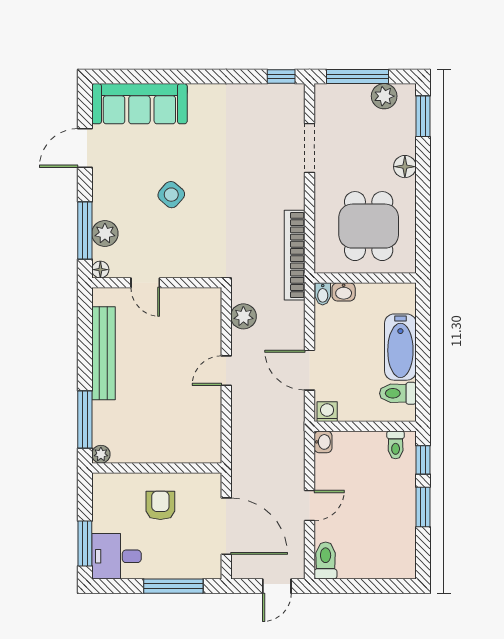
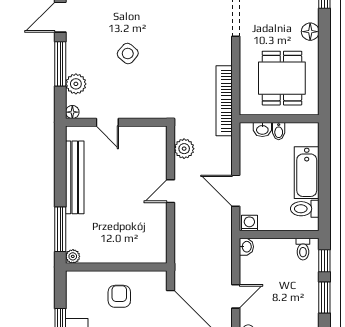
window: (85, 231) -> (60, 64), moved
bidet: (323, 294) -> (279, 131), moved

